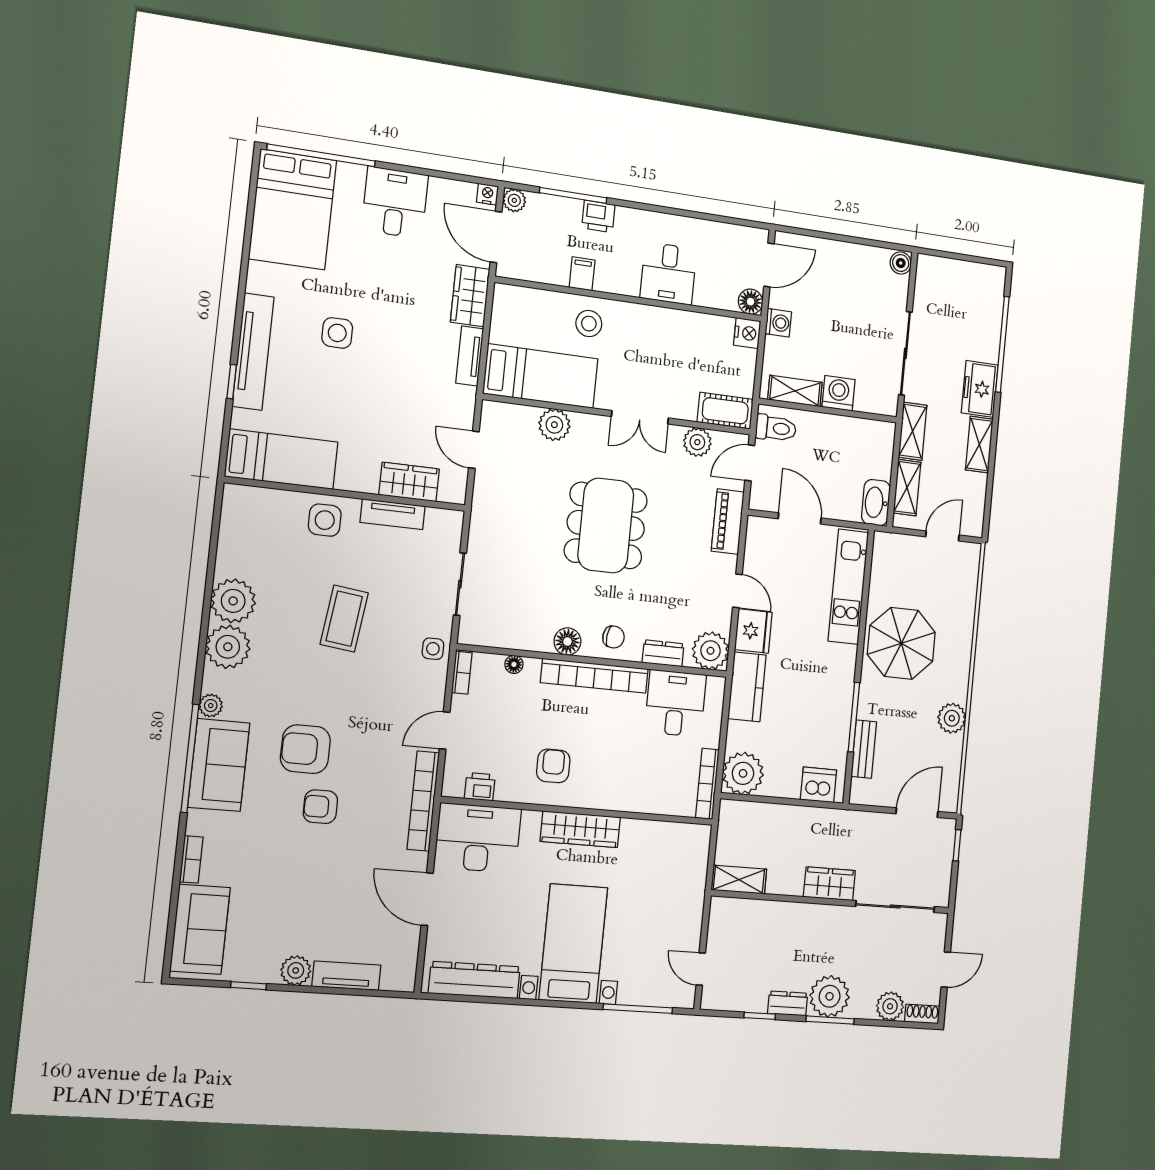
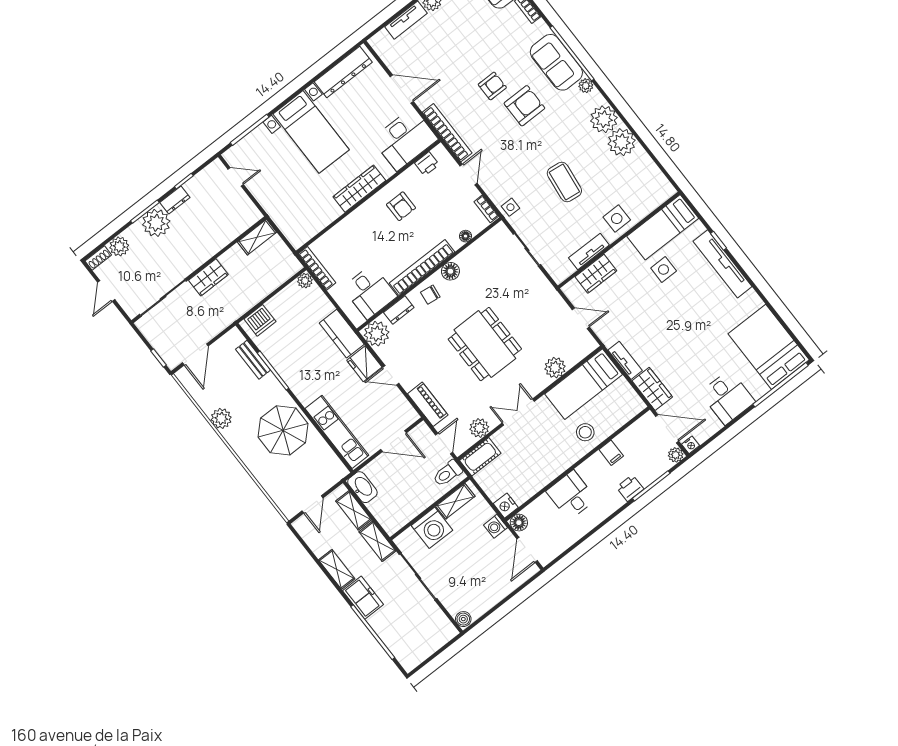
side table: (337, 333) -> (664, 270), moved
washing machine: (839, 393) -> (432, 528), width x1.37, depth x1.37
plant: (743, 773) -> (305, 281), width x0.53, depth x0.53

